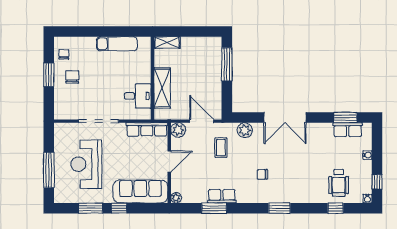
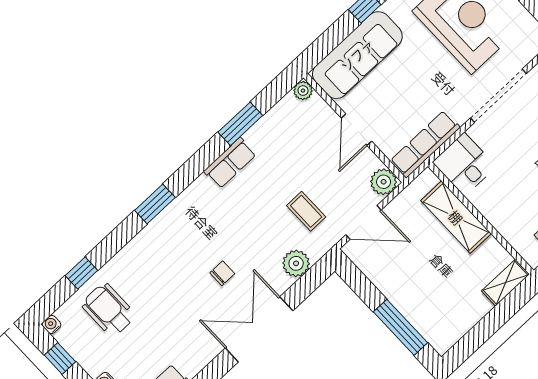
desk: (138, 96) -> (464, 164), moved, turned 90
chair: (262, 174) -> (222, 273), moved
row of seats: (222, 196) -> (230, 163), moved

